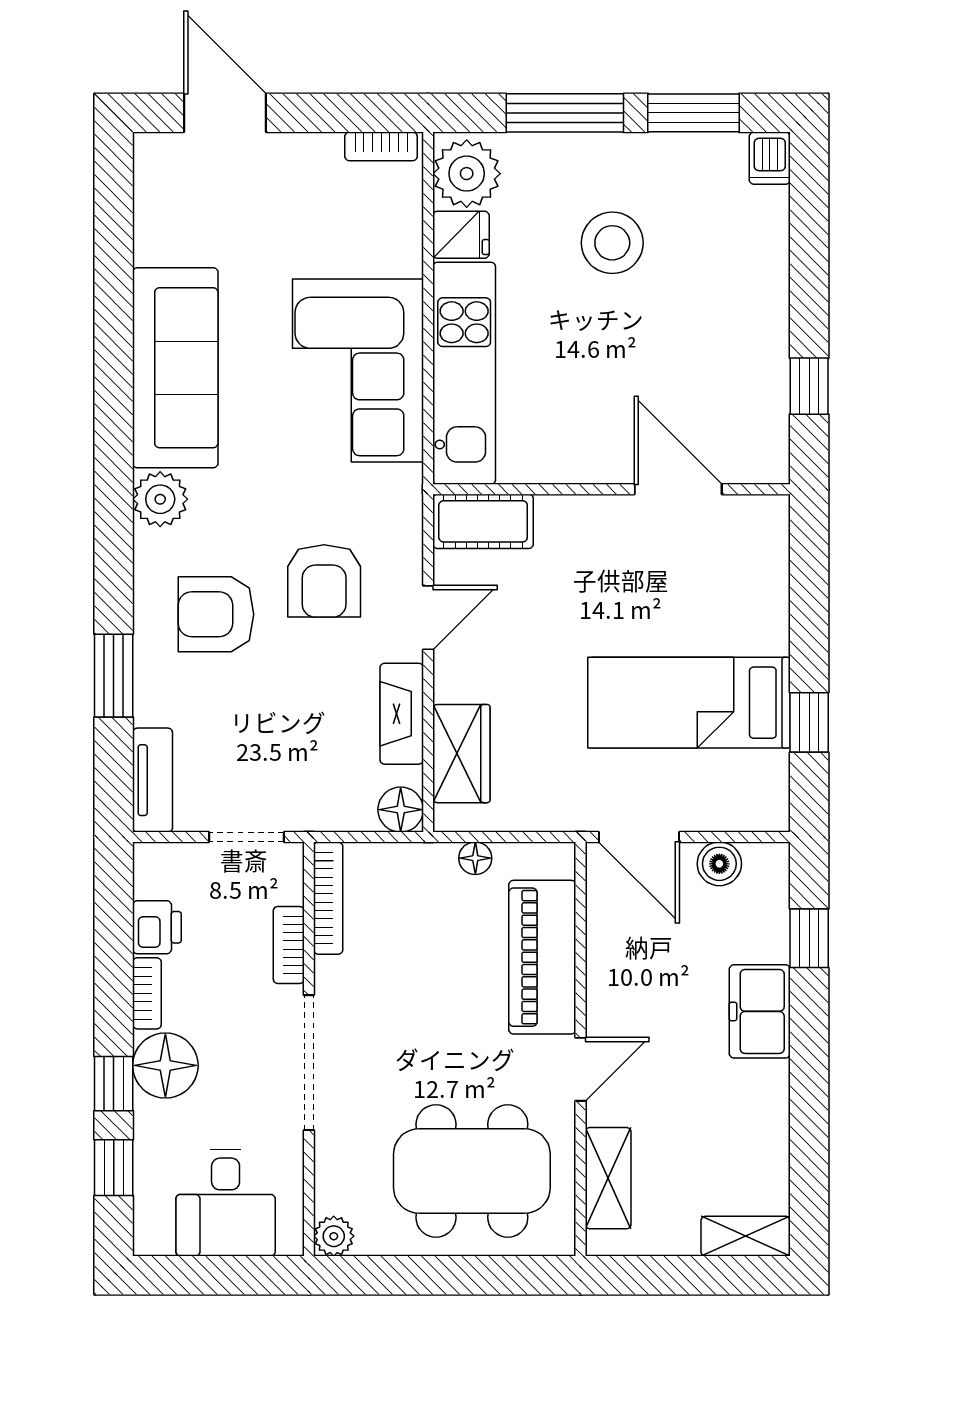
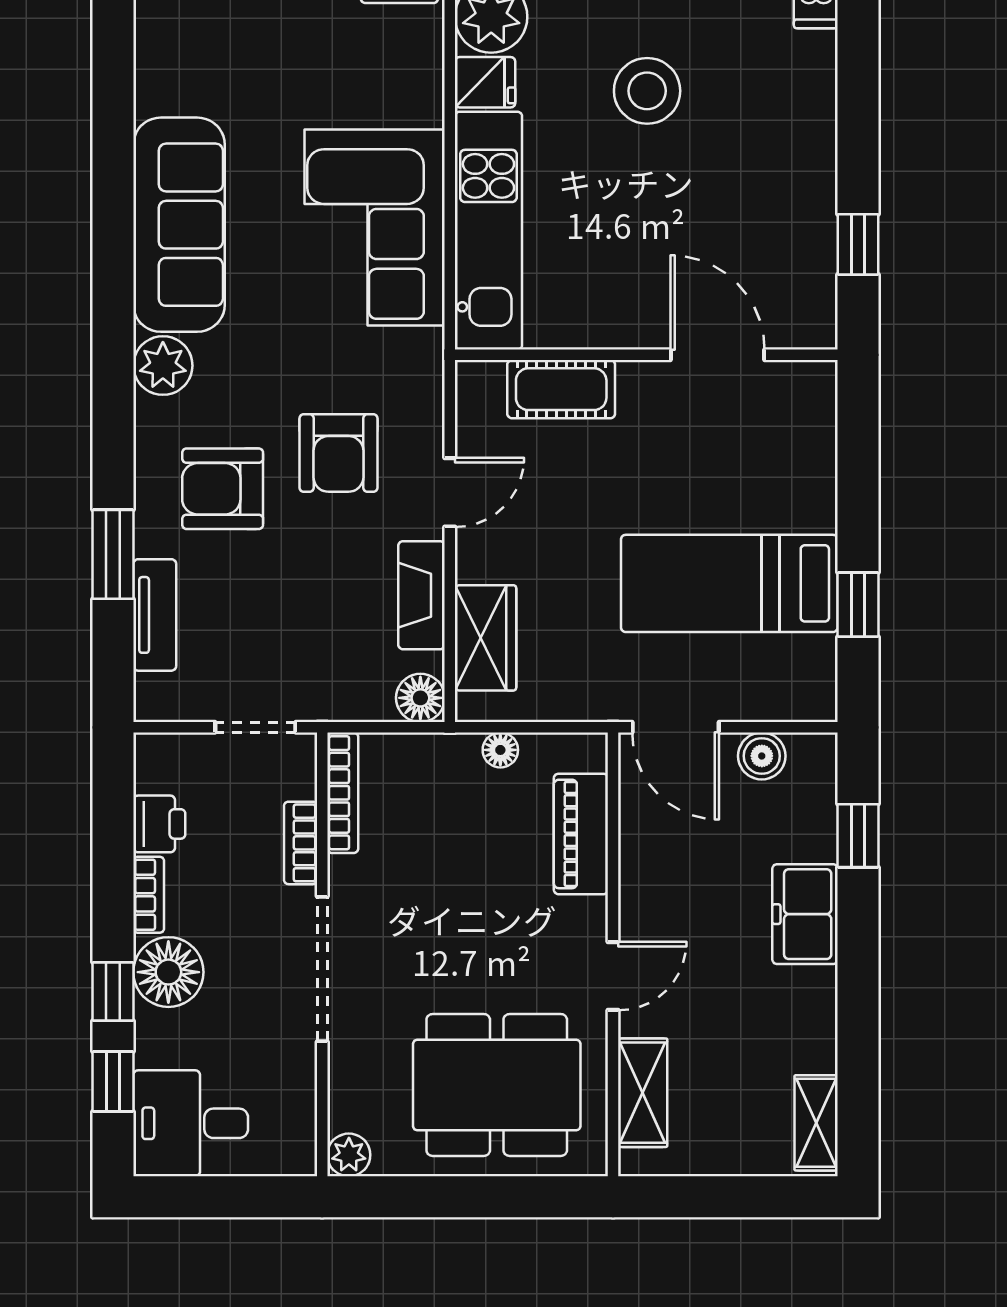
cot: (483, 521) -> (561, 389), moved
tv unit: (153, 780) -> (155, 615), moved
piano: (542, 957) -> (581, 834), width x0.73, depth x0.75
desk: (226, 1203) -> (191, 1123), moved, turned 90
shelving: (746, 1236) -> (816, 1123), moved, turned 90

